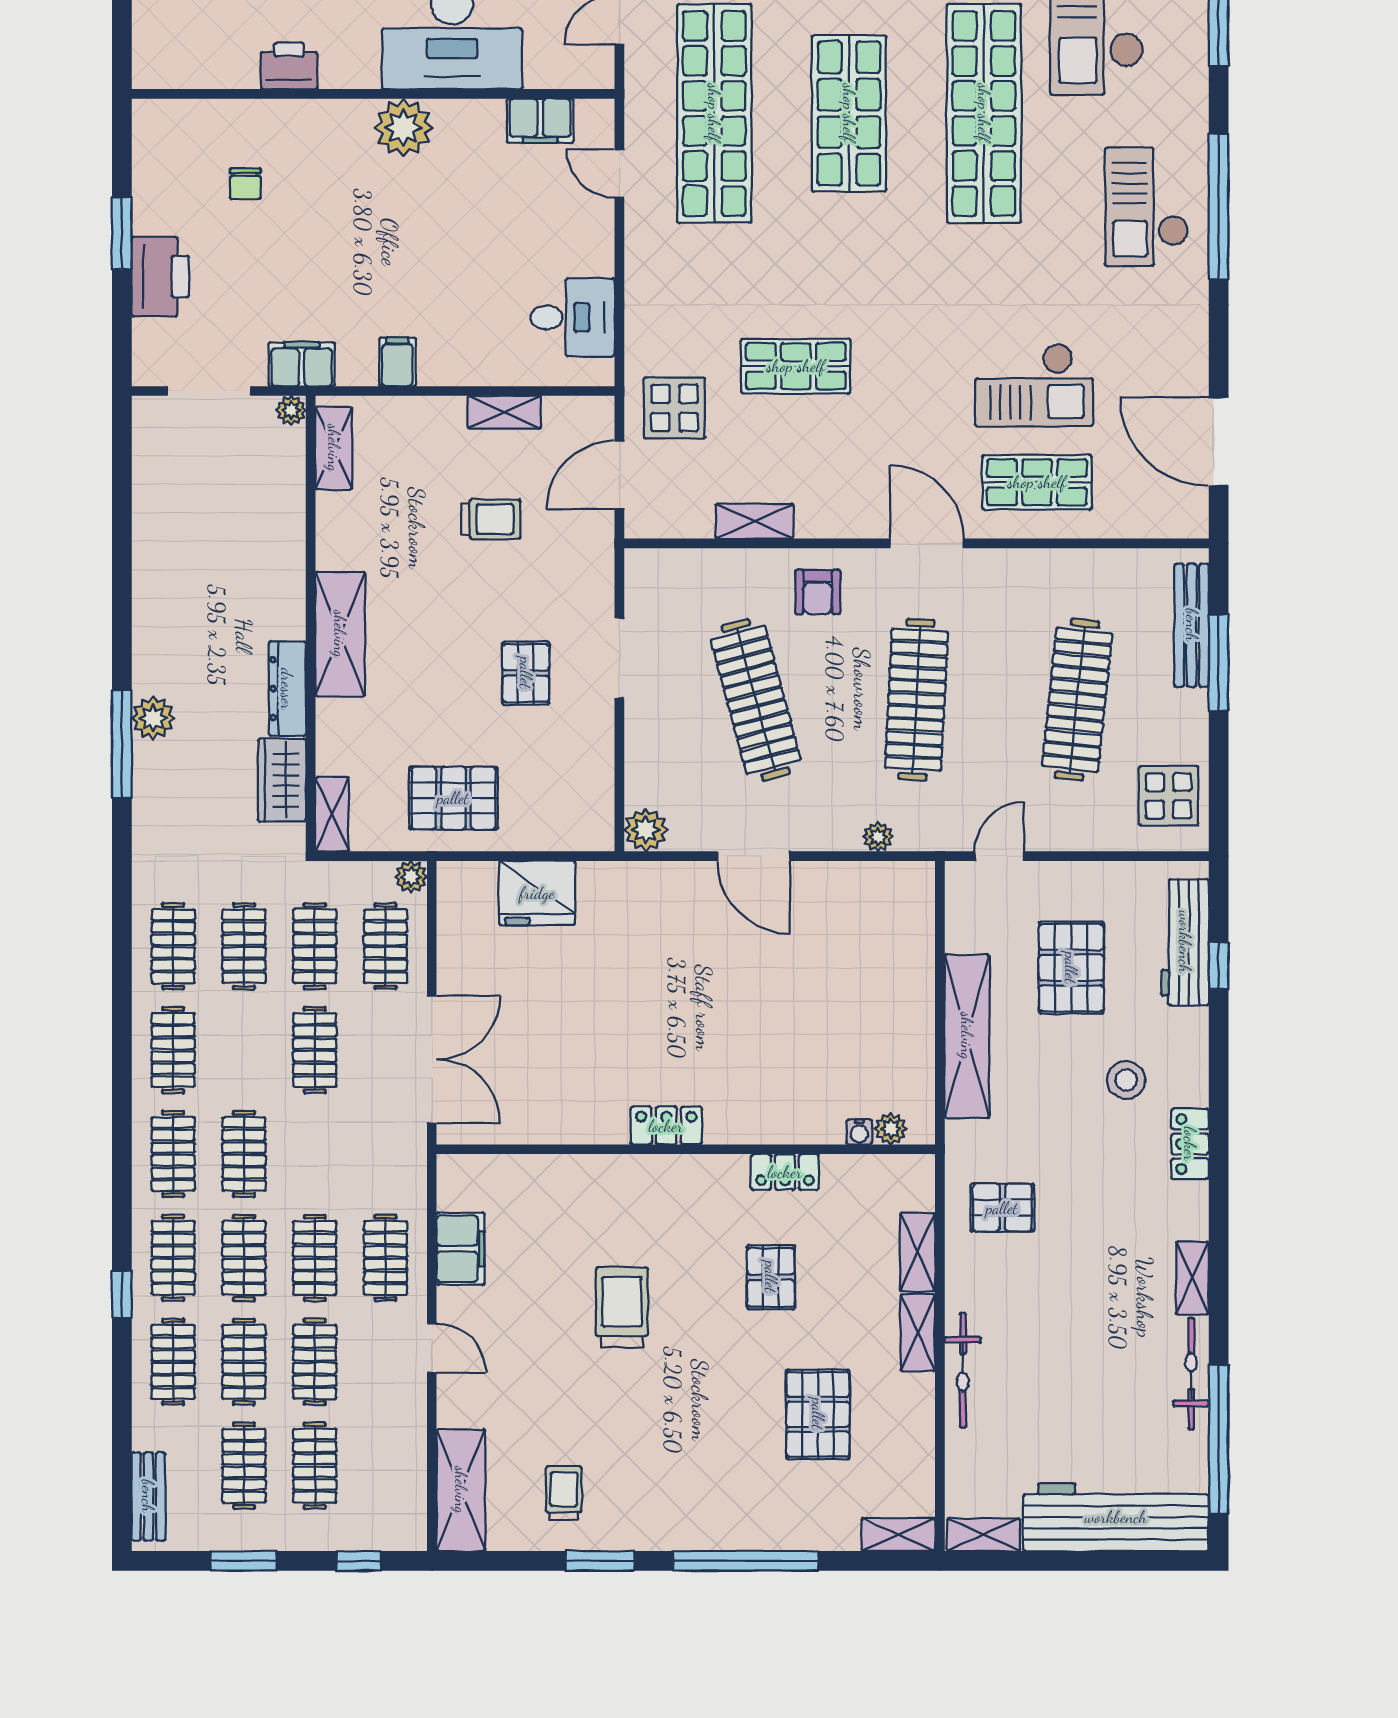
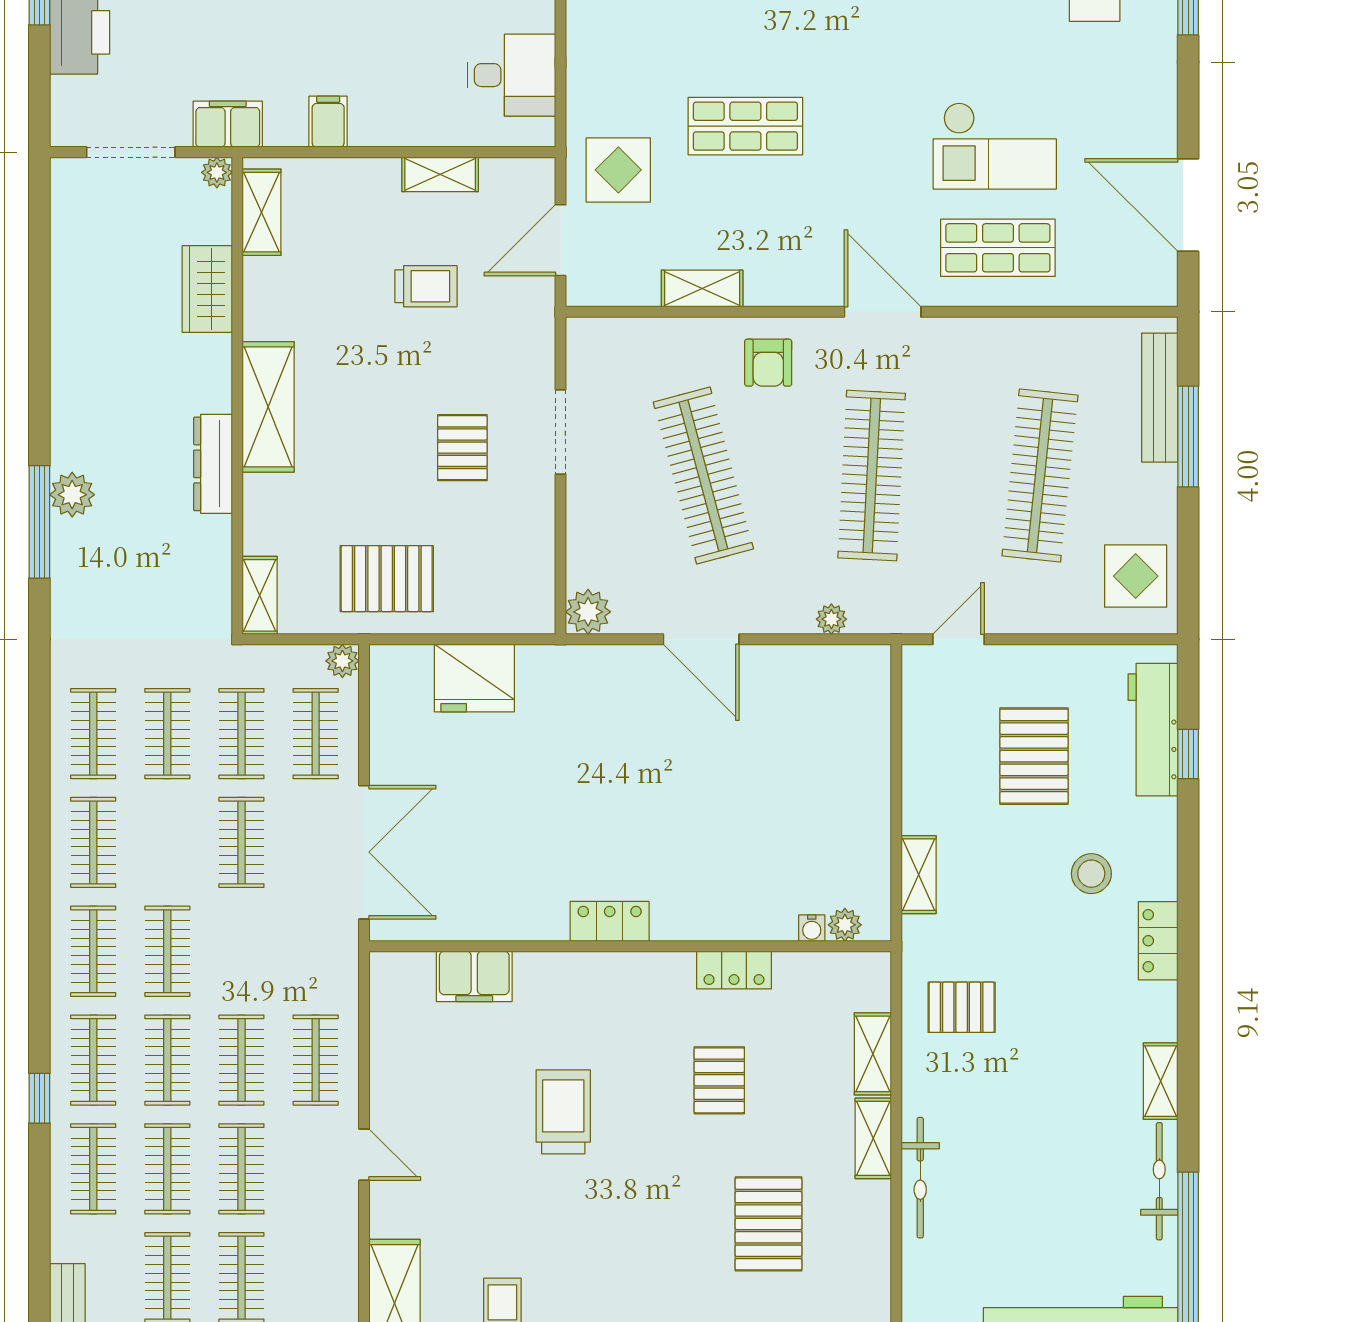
wardrobe: (282, 780) -> (207, 289), moved
shelving: (967, 1036) -> (919, 875), width x0.45, depth x0.75
filing cabinet: (461, 1249) -> (474, 976), moved, turned 90

